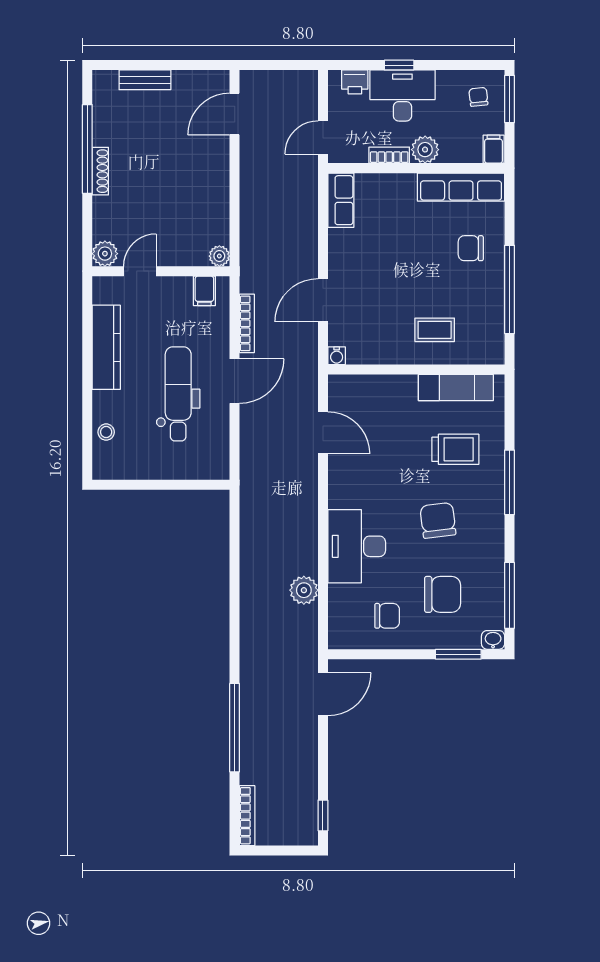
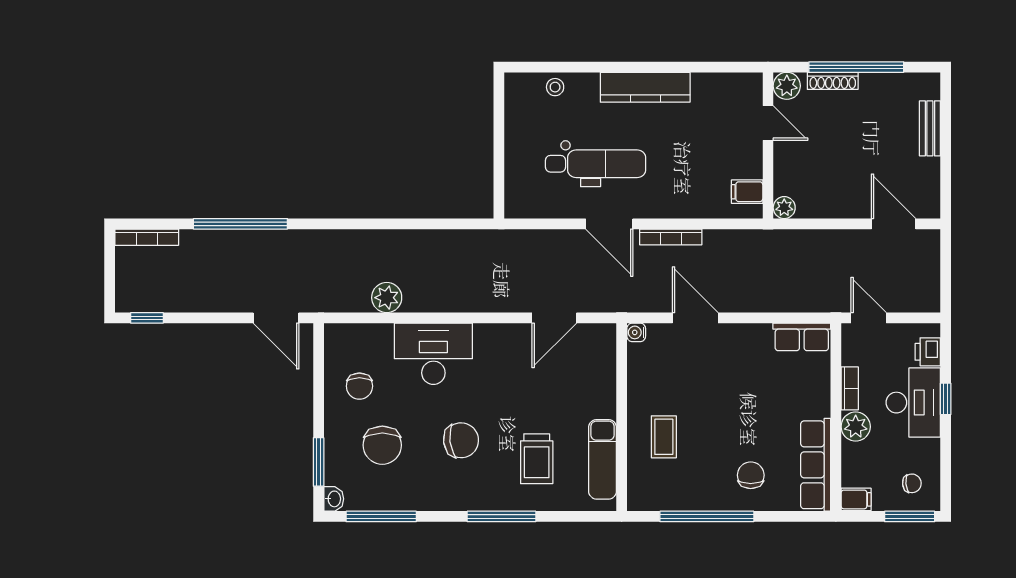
plant: (105, 254) -> (787, 86), moved
plant: (219, 256) -> (784, 208), moved
door: (140, 271) -> (768, 123), moved
wall: (161, 271) -> (768, 145), moved
filing cabinet: (204, 291) -> (747, 192), moved

